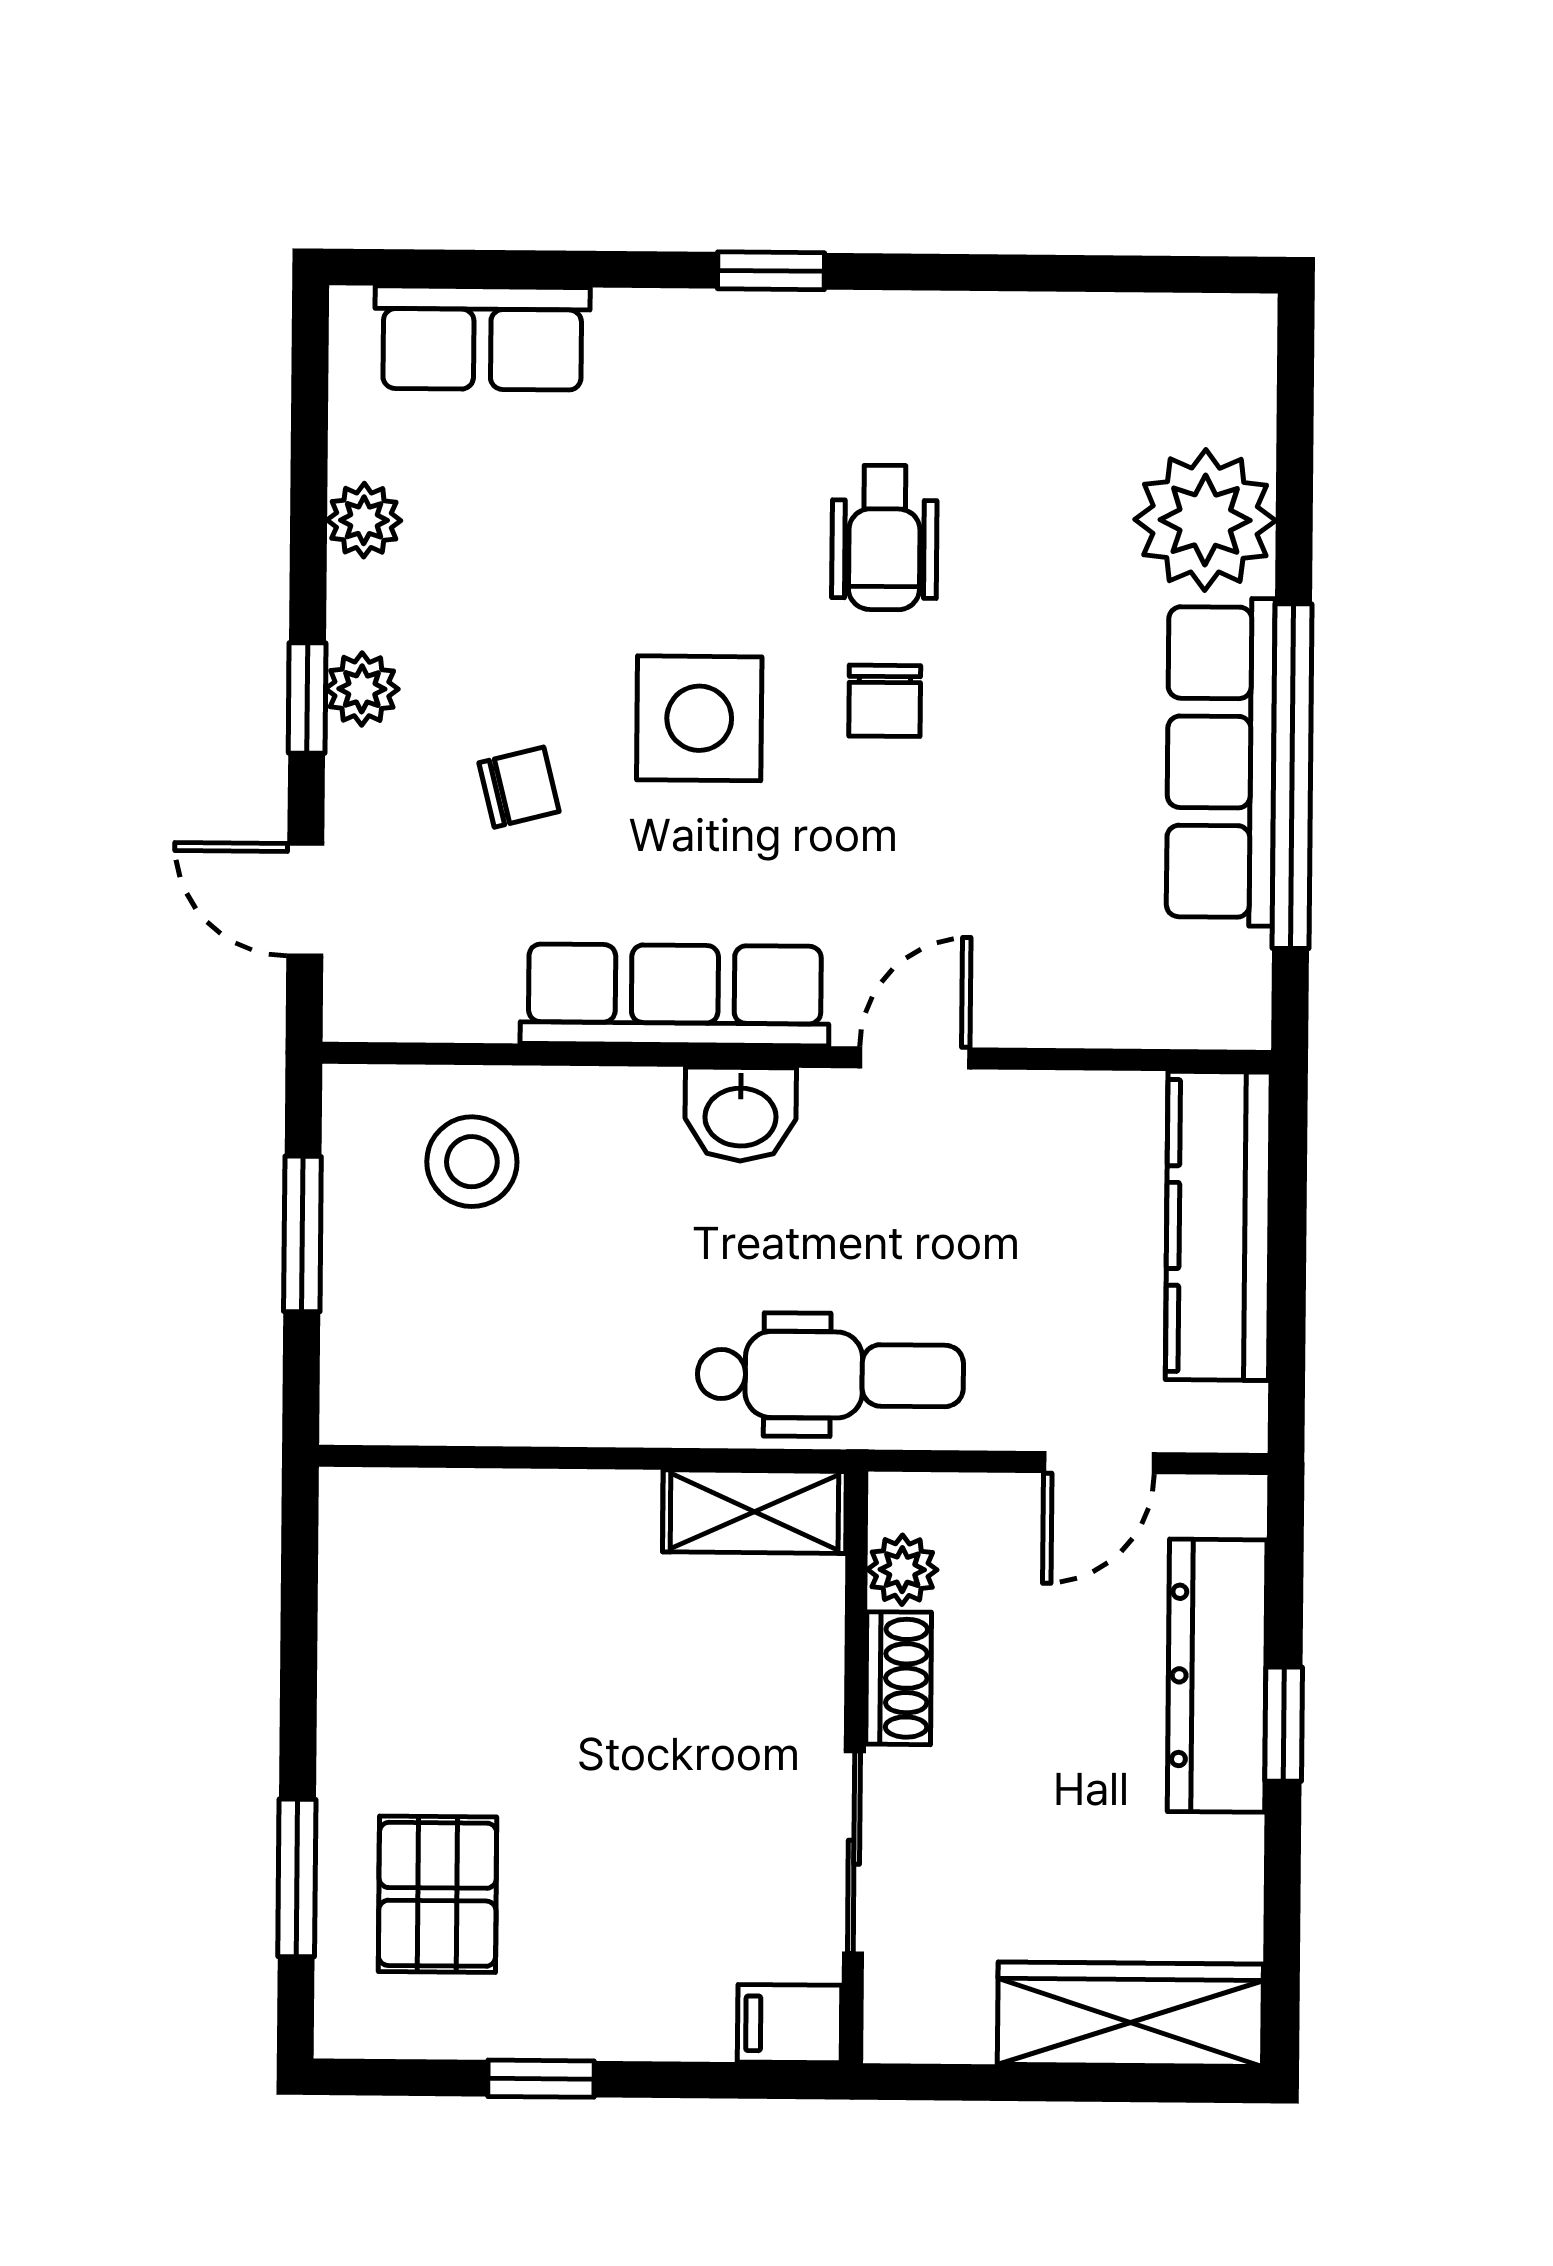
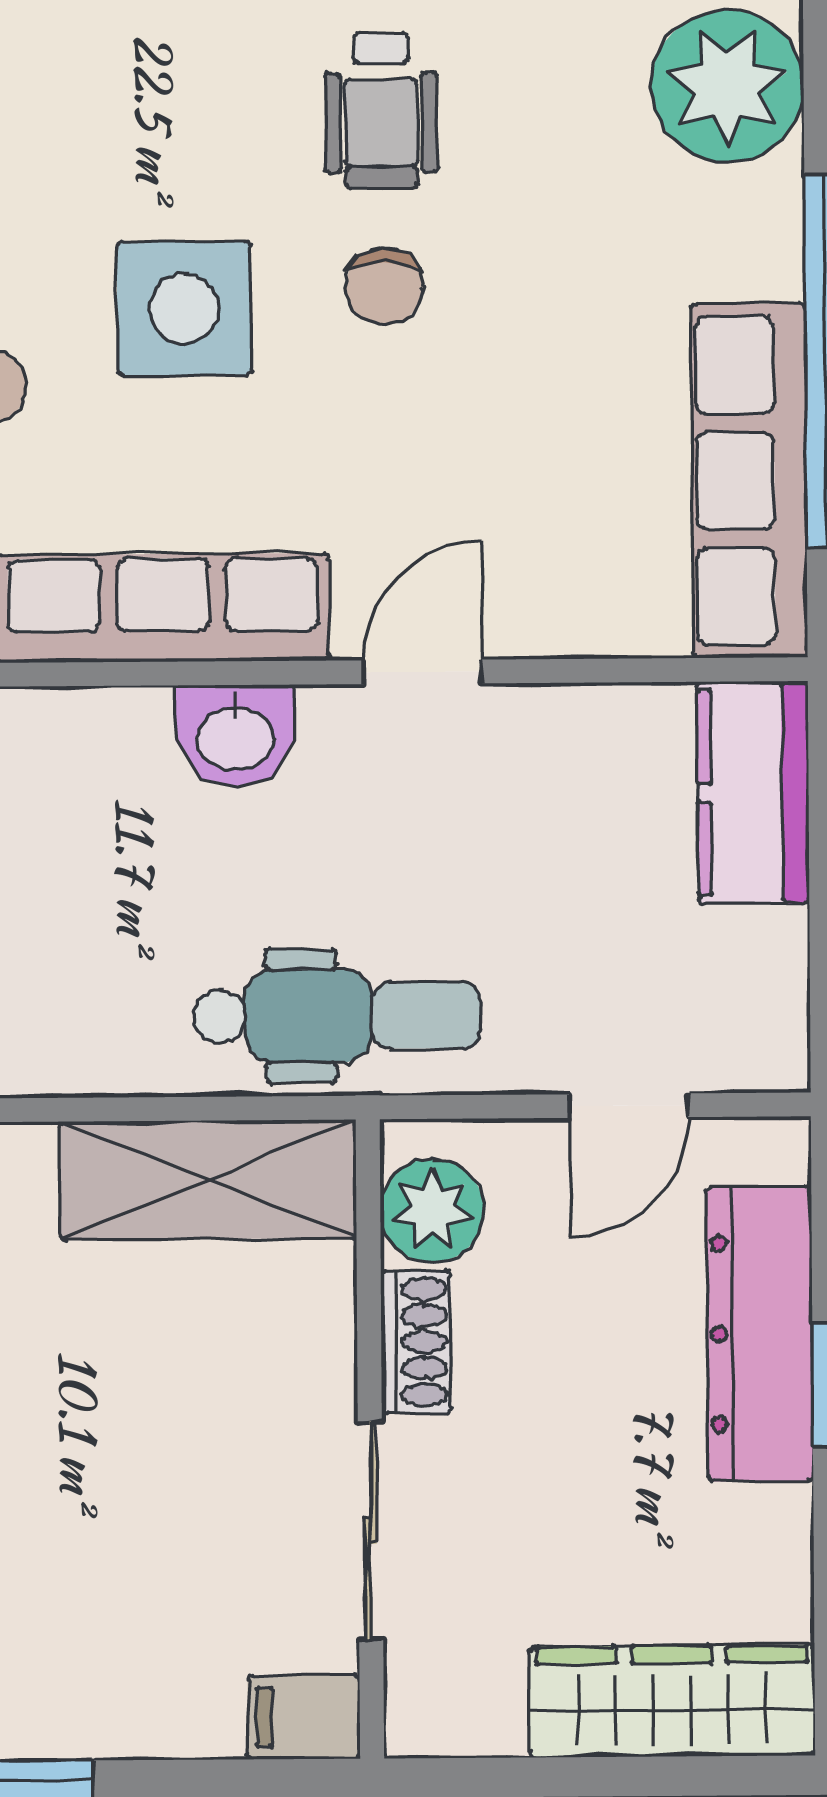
row of seats: (1221, 762) -> (749, 481), moved
kitchen counter: (1218, 1226) -> (753, 792), width x0.67
shelving: (754, 1512) -> (208, 1180), width x1.50, depth x1.33
plant: (902, 1570) -> (432, 1211), width x1.38, depth x1.38

